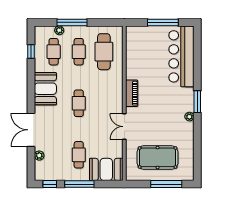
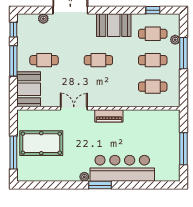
cafe table: (104, 52) -> (153, 87), width x0.73, depth x0.74
bar counter: (181, 56) -> (122, 168), moved
pool table: (158, 157) -> (41, 143), turned 90

